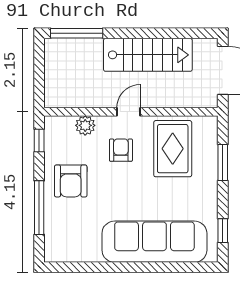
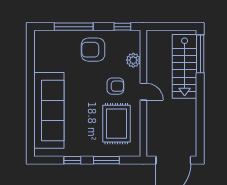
stairs: (148, 55) -> (185, 66), moved
rug: (173, 149) -> (116, 124), turned 90
window: (223, 231) -> (72, 160), moved

